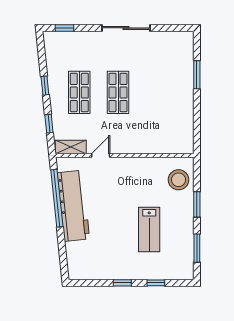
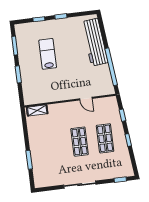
shelving: (71, 147) -> (37, 110), moved
door: (101, 155) -> (86, 99), hinge flipped
stool: (179, 180) -> (32, 89), removed
workbench: (73, 206) -> (95, 42), moved

